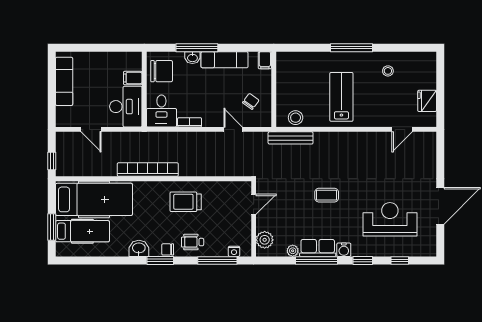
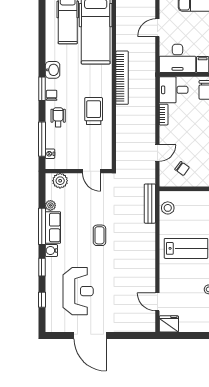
fridge: (427, 101) -> (169, 324), moved

